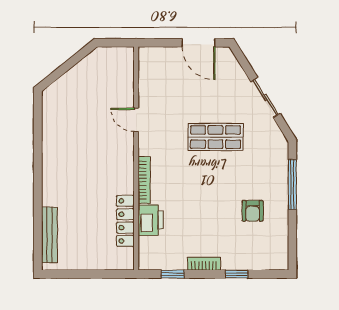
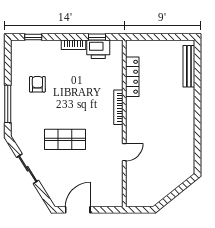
door: (198, 43) -> (78, 210), hinge flipped
door: (136, 120) -> (124, 152), hinge flipped
printer: (151, 220) -> (98, 49), moved, turned -90
window: (237, 274) -> (33, 37), moved

